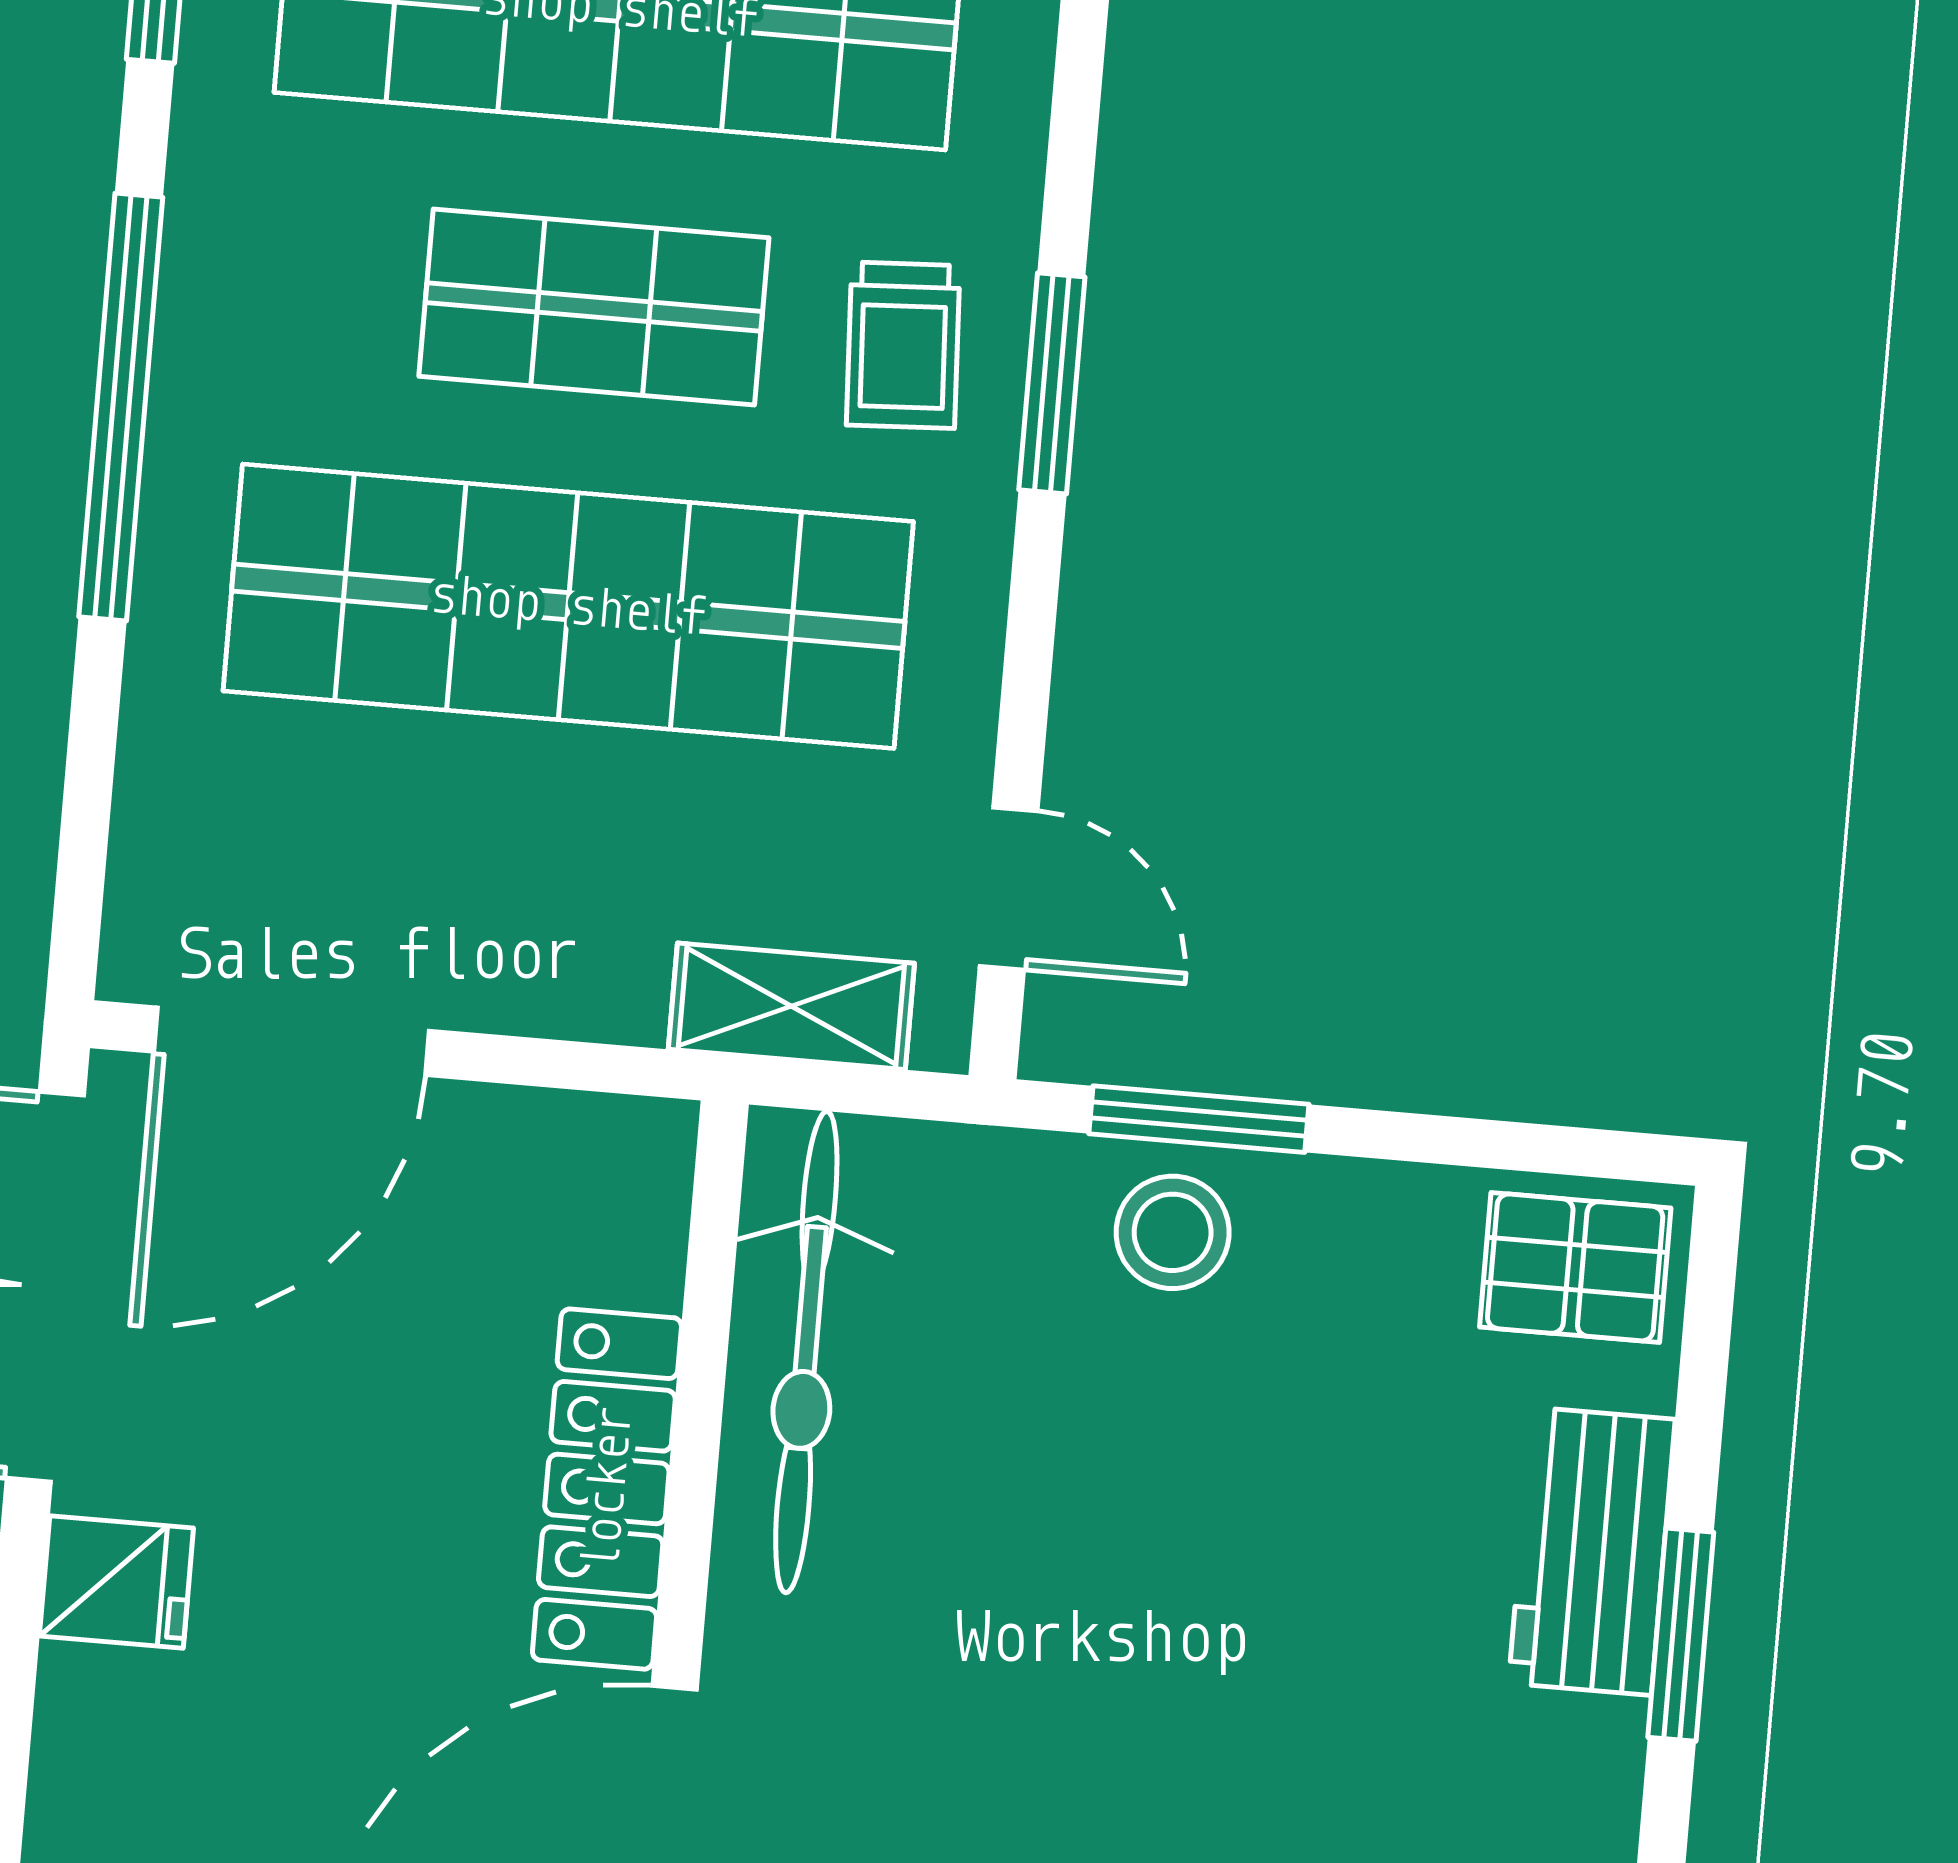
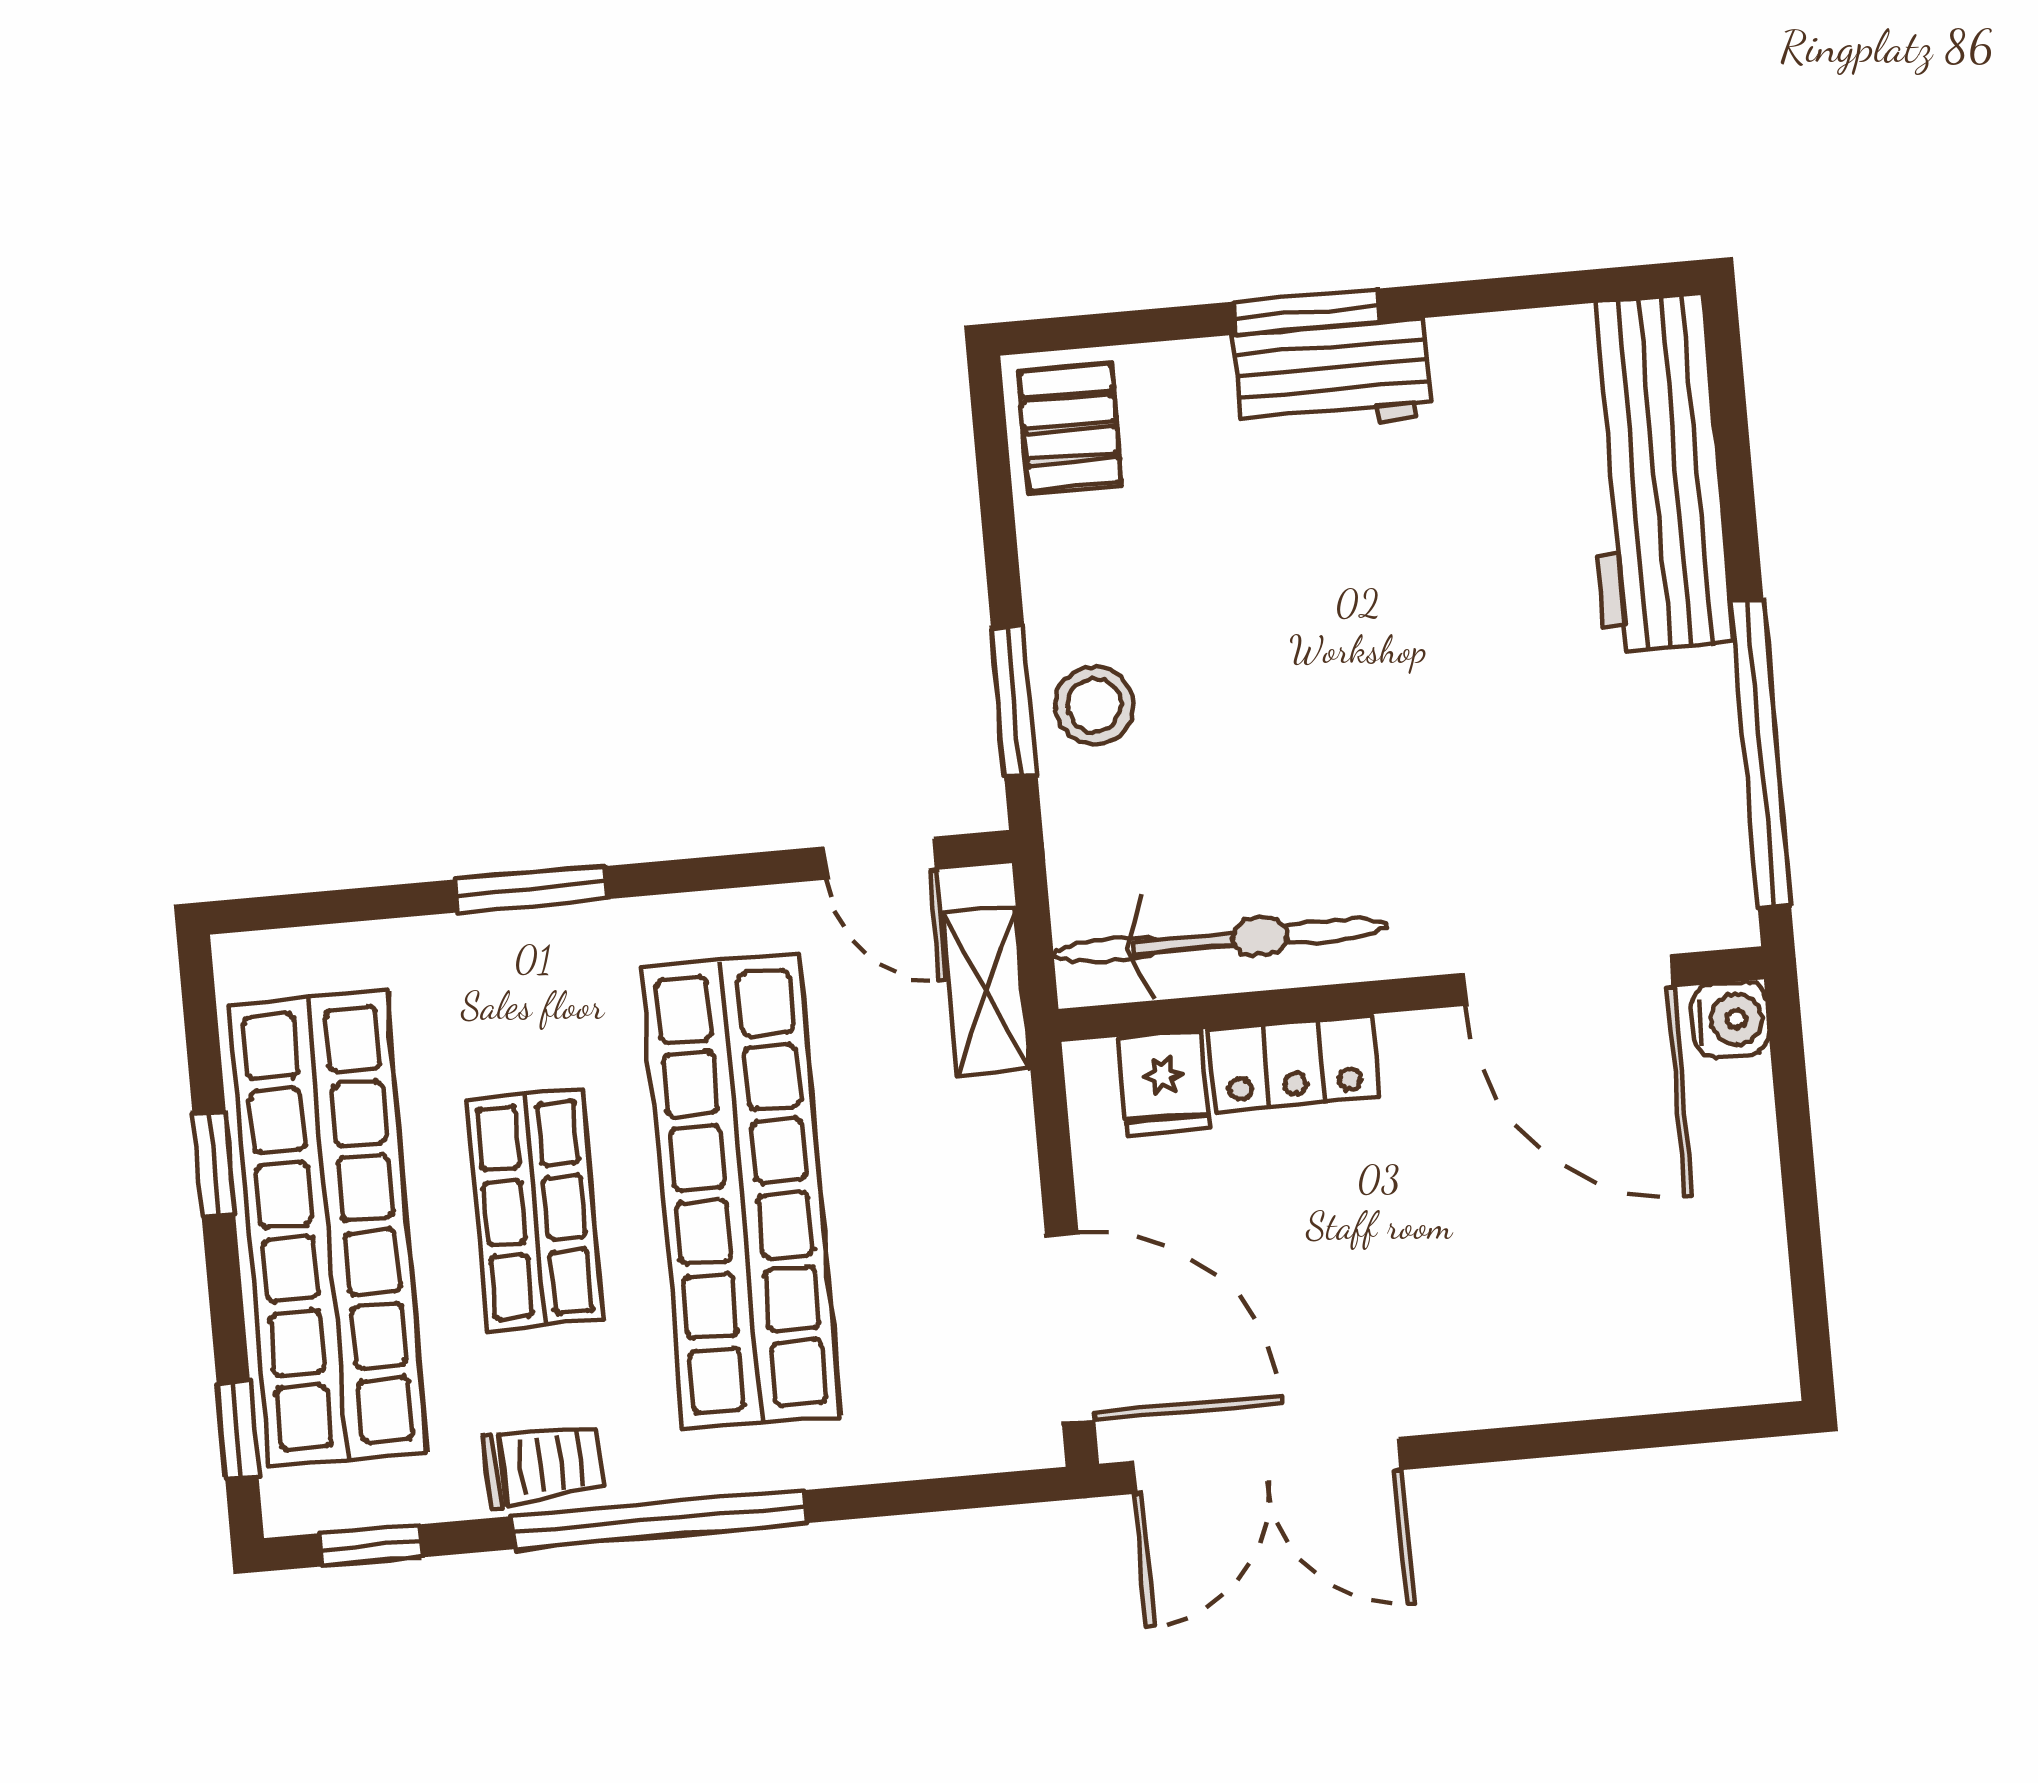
trolley: (903, 345) -> (543, 1465), moved
door: (1009, 889) -> (880, 858), swing flipped
locker: (607, 1489) -> (1293, 1063), width x0.66
workbench: (1592, 1551) -> (1332, 376), moved
fridge: (116, 1582) -> (1164, 1083), moved, turned 180

